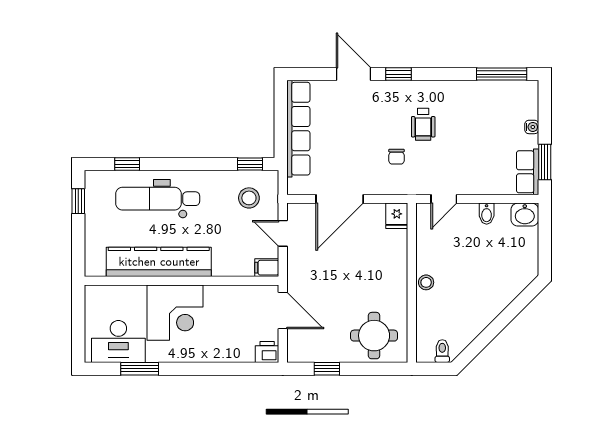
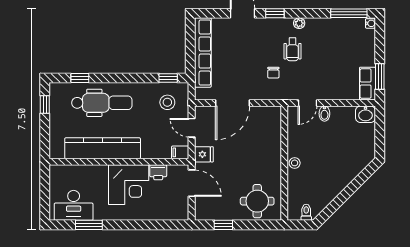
plant: (432, 88) -> (299, 23), added
water cooler: (532, 127) -> (370, 23), moved
dental chair: (158, 199) -> (102, 103), turned 180
bidet: (487, 214) -> (324, 114), moved
fridge: (397, 216) -> (204, 154), moved, turned -90
corner desk: (175, 313) -> (129, 185), moved
printer: (267, 352) -> (158, 172), moved, turned 180

